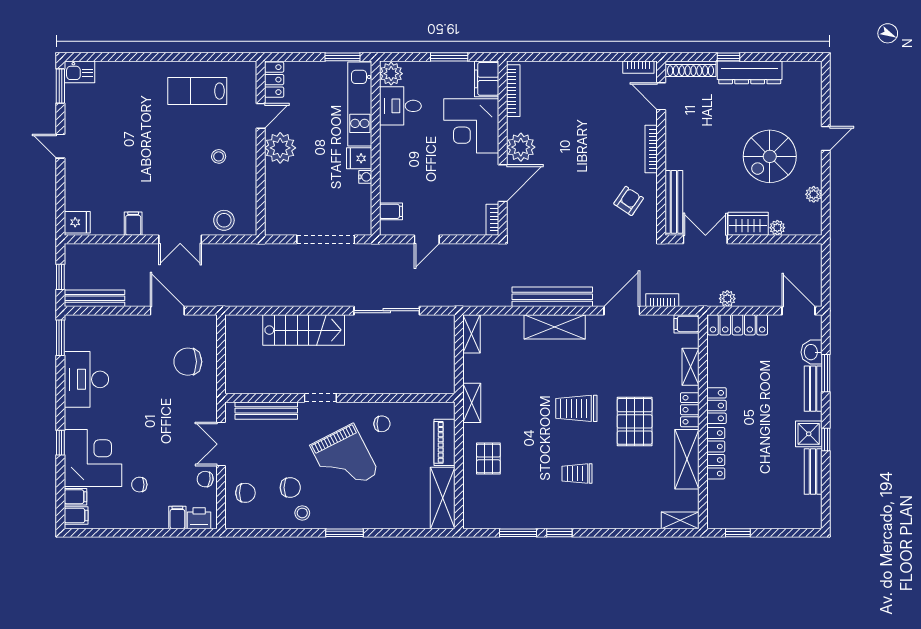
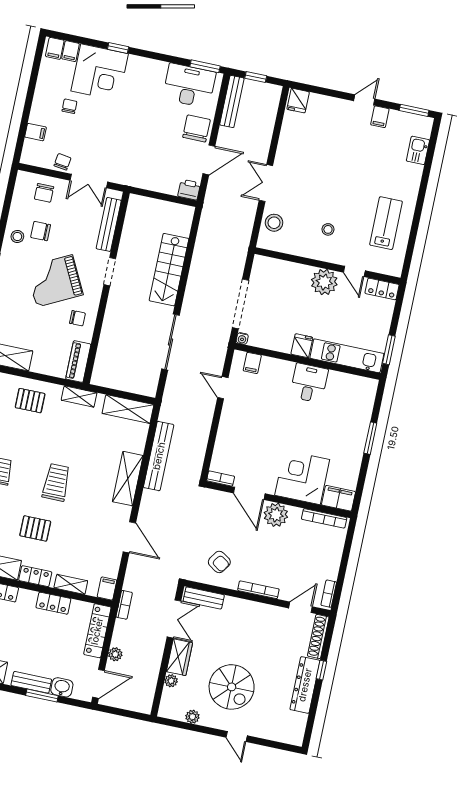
kitchen sink: (79, 72) -> (418, 150), moved
plant: (391, 74) -> (367, 387), removed
filing cabinet: (487, 79) -> (339, 498), moved
bookcase: (513, 91) -> (324, 518), moved
desk: (400, 106) -> (309, 383), moved
corner desk: (471, 126) -> (302, 477), moved
plant: (521, 147) -> (276, 515), moved
wall: (503, 148) -> (278, 500), moved
spiral stairs: (770, 156) -> (232, 687), turned 180
water cooler: (365, 177) -> (242, 338), moved
door: (503, 183) -> (249, 493), moved
bench: (674, 202) -> (204, 598), width x0.73
bookcase: (492, 220) -> (221, 478), moved
filing cabinet: (133, 224) -> (380, 117), moved, turned 90
bench: (552, 297) -> (159, 456), moved
plant: (727, 299) -> (115, 654), moved
bookcase: (662, 300) -> (124, 605), moved
shelving: (472, 334) -> (128, 409), width x1.50, depth x1.33
chair: (188, 362) -> (196, 129), moved
desk: (86, 379) -> (189, 86), moved
locker: (716, 406) -> (53, 603), moved
pallet: (635, 421) -> (35, 528), width x0.67, depth x0.71
chair: (382, 424) -> (77, 318), turned -90
piano: (445, 442) -> (78, 362), moved, turned -90
double door: (221, 444) -> (89, 181), swing flipped
chair: (290, 488) -> (41, 231), turned 90
printer: (199, 518) -> (189, 190), moved, turned -90

